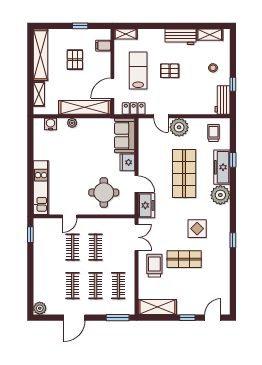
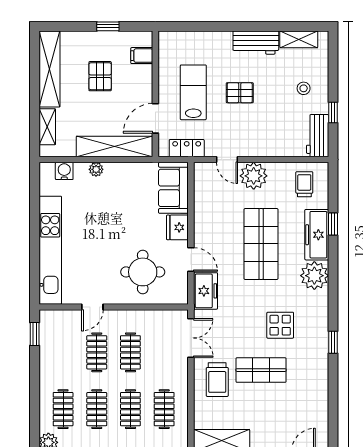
shelving: (126, 34) -> (175, 38), removed
kitchen unit: (41, 188) -> (50, 250), width x1.36
trolley: (154, 266) -> (217, 380), turned 180
clothes rail: (50, 286) -> (63, 409), added

